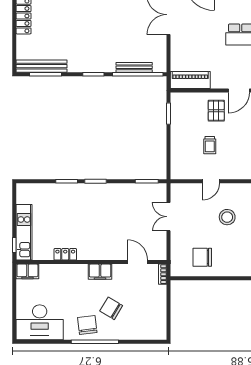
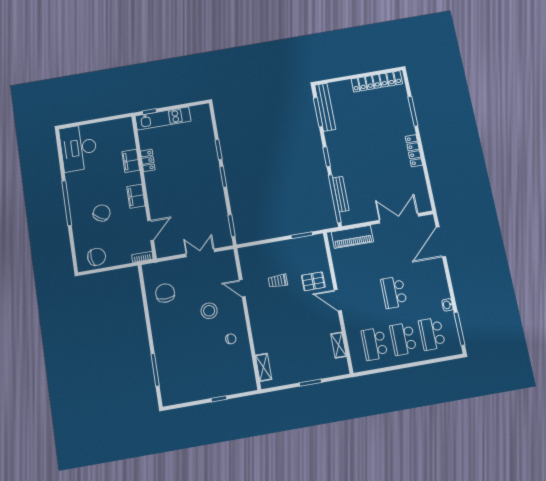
piano: (190, 80) -> (352, 237), moved, turned 90
filing cabinet: (27, 271) -> (131, 161), moved
chair: (87, 325) -> (97, 257), moved

